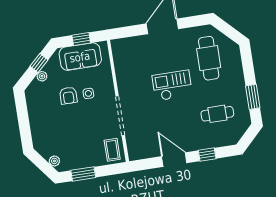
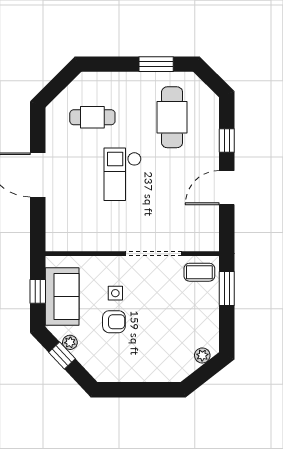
cafe table: (209, 58) -> (92, 117), width x0.73, depth x0.74
plant: (42, 76) -> (70, 342), moved
cafe table: (217, 114) -> (172, 117), width x1.37, depth x1.35
window: (83, 174) -> (227, 289), moved

